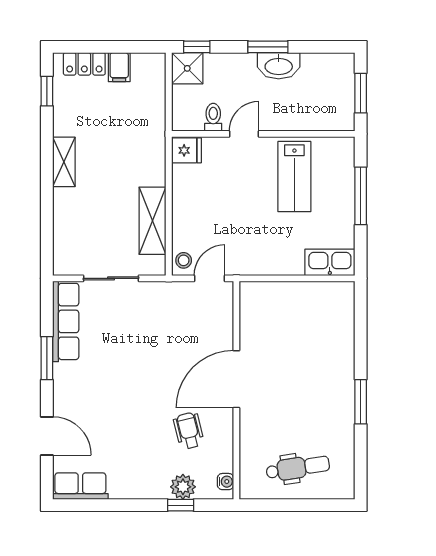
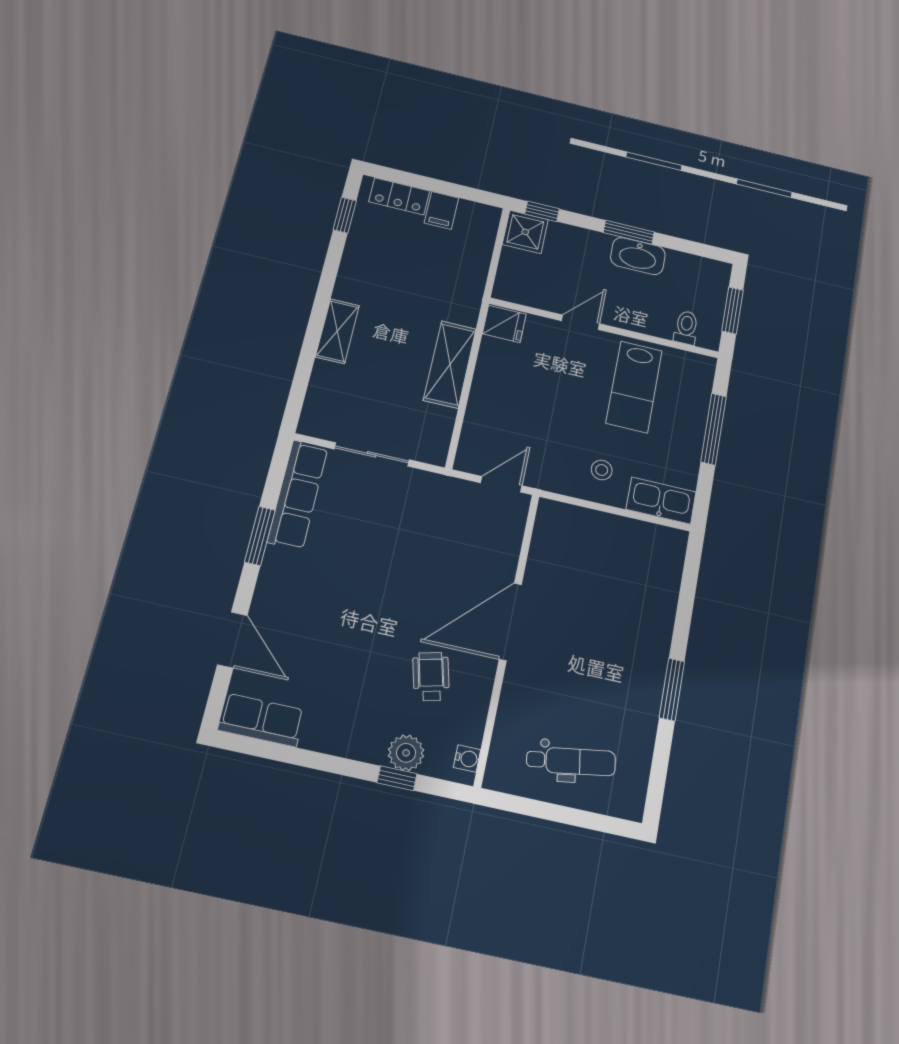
toilet: (213, 117) -> (686, 328), moved
shelving: (64, 162) -> (337, 331), moved
shelving: (153, 221) -> (450, 364), moved
stool: (184, 260) -> (602, 470), moved

